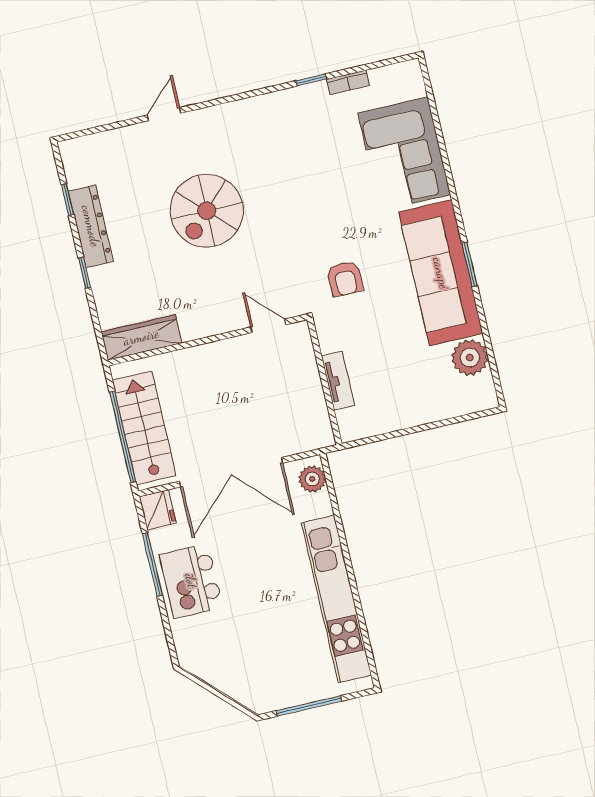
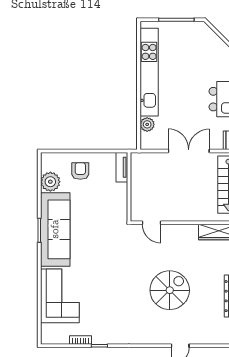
armchair: (345, 279) -> (80, 171), moved
tv unit: (338, 381) -> (122, 167), moved
double door: (231, 472) -> (189, 151), width x0.73
plant: (312, 479) -> (147, 124), moved

